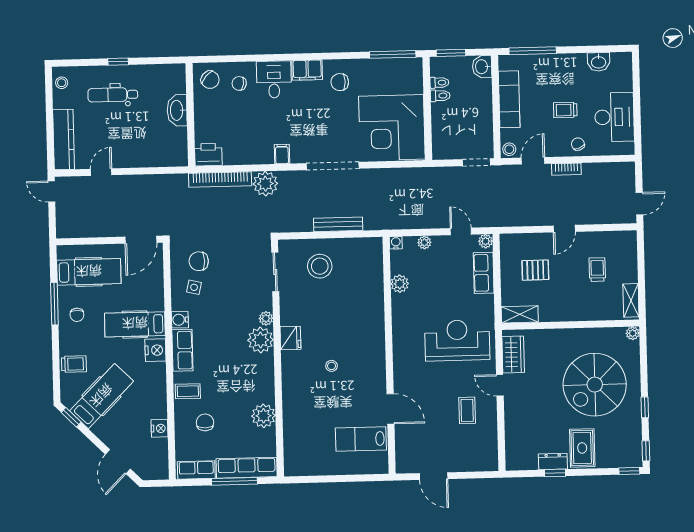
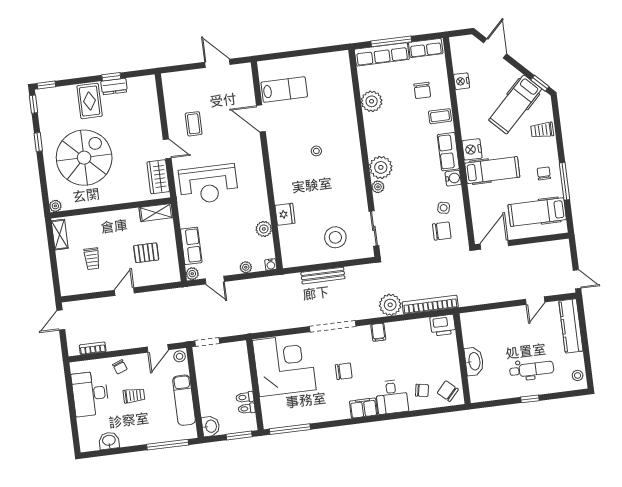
chair: (340, 82) -> (344, 371), moved
bookcase: (566, 169) -> (93, 348), moved
fridge: (290, 338) -> (285, 214), moved, turned 180

